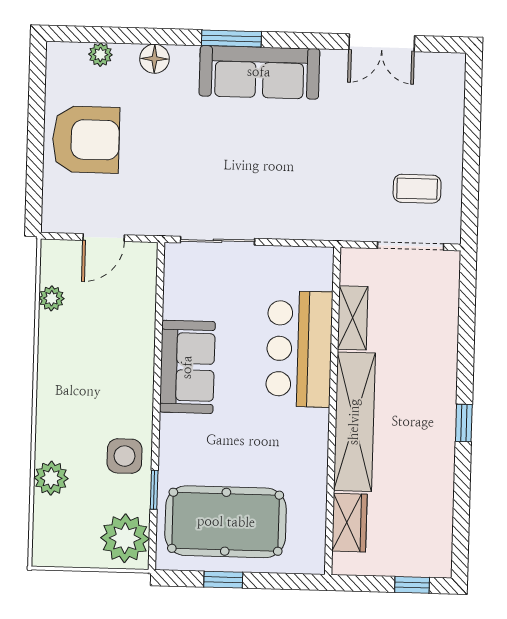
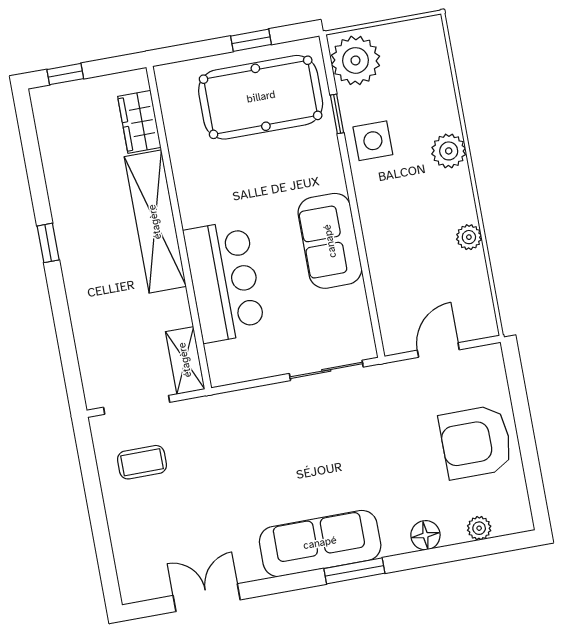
plant: (52, 298) -> (469, 237), moved
shelving: (353, 318) -> (185, 360), moved
plant: (51, 478) -> (449, 151), moved

